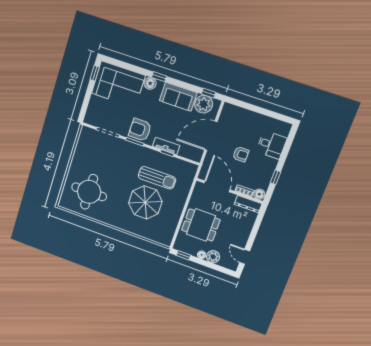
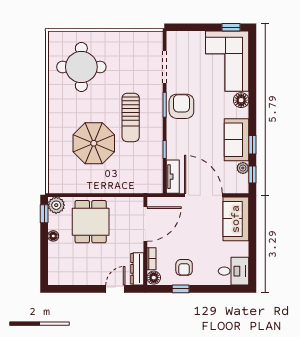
window: (159, 77) -> (252, 145), moved
plant: (204, 104) -> (243, 168), width x0.53, depth x0.53
sofa: (238, 117) -> (236, 219), added
desk: (272, 145) -> (234, 271), moved, turned -90
tv unit: (166, 146) -> (173, 177), moved
armchair: (241, 154) -> (184, 267), moved
sun lounger: (157, 178) -> (131, 117), moved
plant: (213, 257) -> (56, 205), moved
door: (245, 257) -> (115, 289), moved

